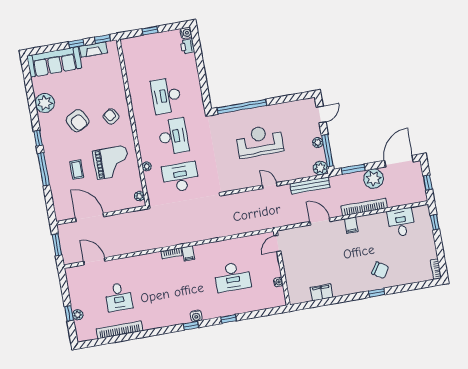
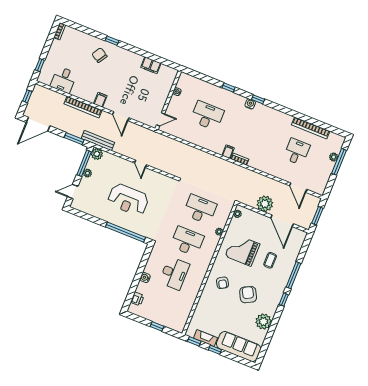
water cooler: (186, 33) -> (145, 278), moved
desk: (173, 136) -> (187, 241), turned 90
desk: (180, 177) -> (200, 209), turned 180
plant: (373, 179) -> (265, 204), moved
bench: (310, 185) -> (98, 140), moved
window: (69, 313) -> (339, 162), width x2.17

